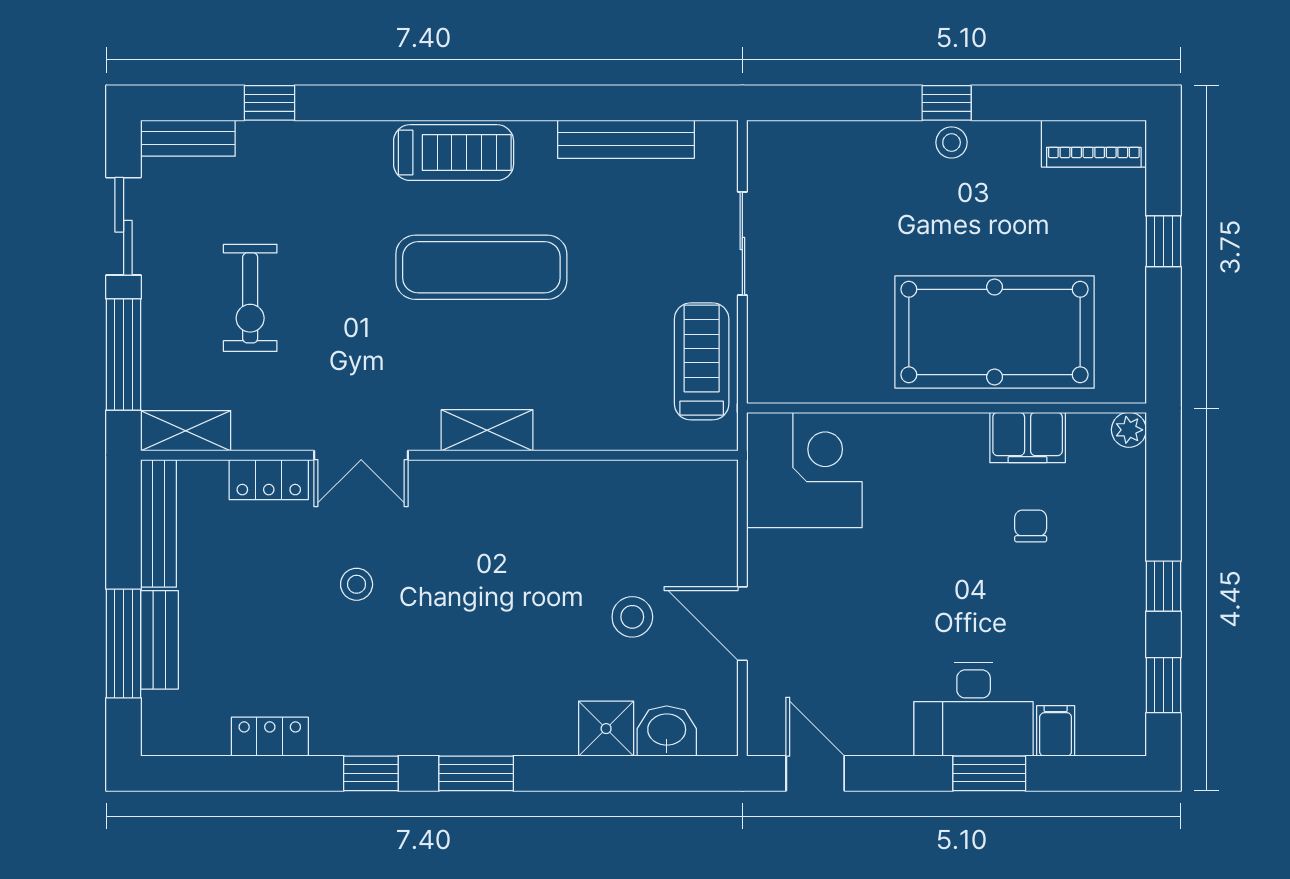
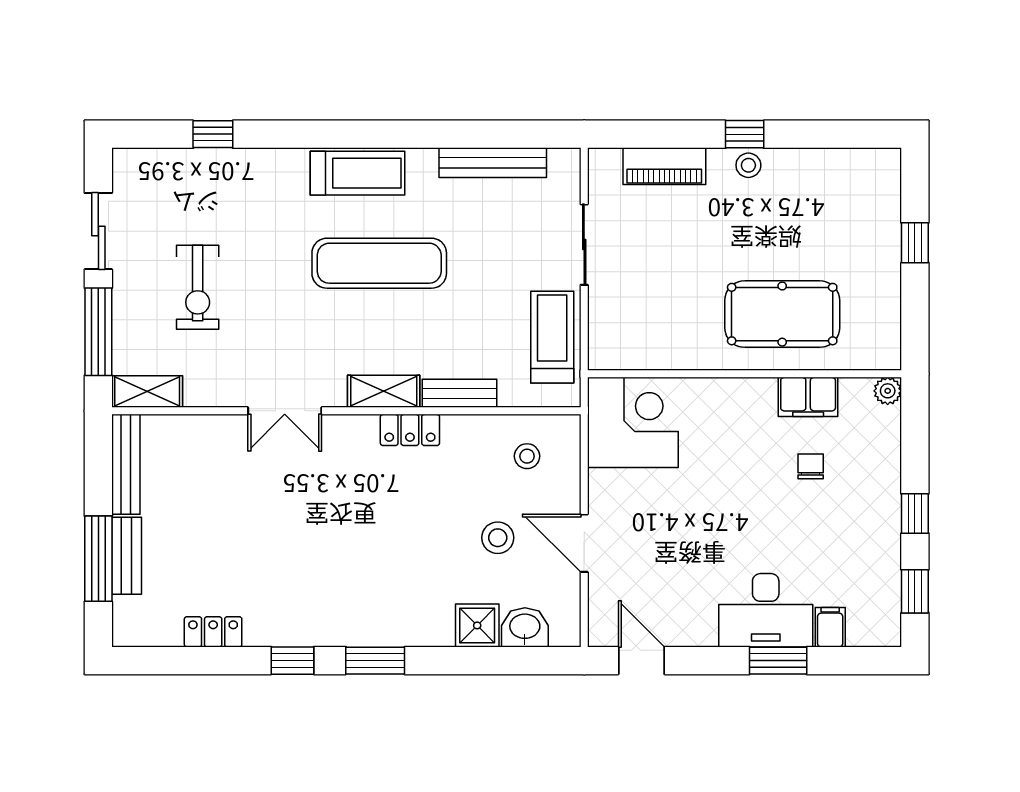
bench: (188, 138) -> (460, 393), moved
piano: (1094, 144) -> (664, 166), moved
pool table: (995, 332) -> (782, 314), width x0.73, depth x0.76
locker: (269, 480) -> (410, 430), moved
stool: (357, 584) -> (527, 456), moved

